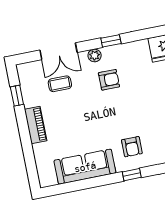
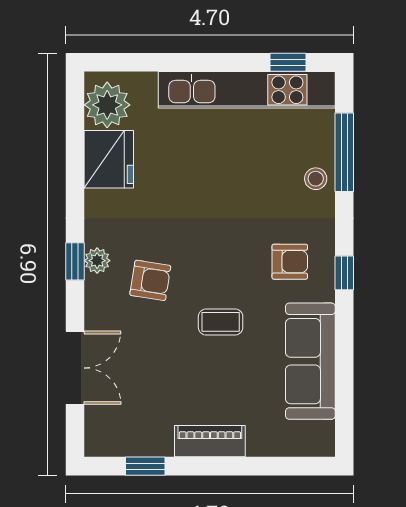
plant: (95, 55) -> (97, 261), moved
armchair: (109, 80) -> (150, 280), turned 99
coffee table: (60, 84) -> (221, 322), moved, turned 90

